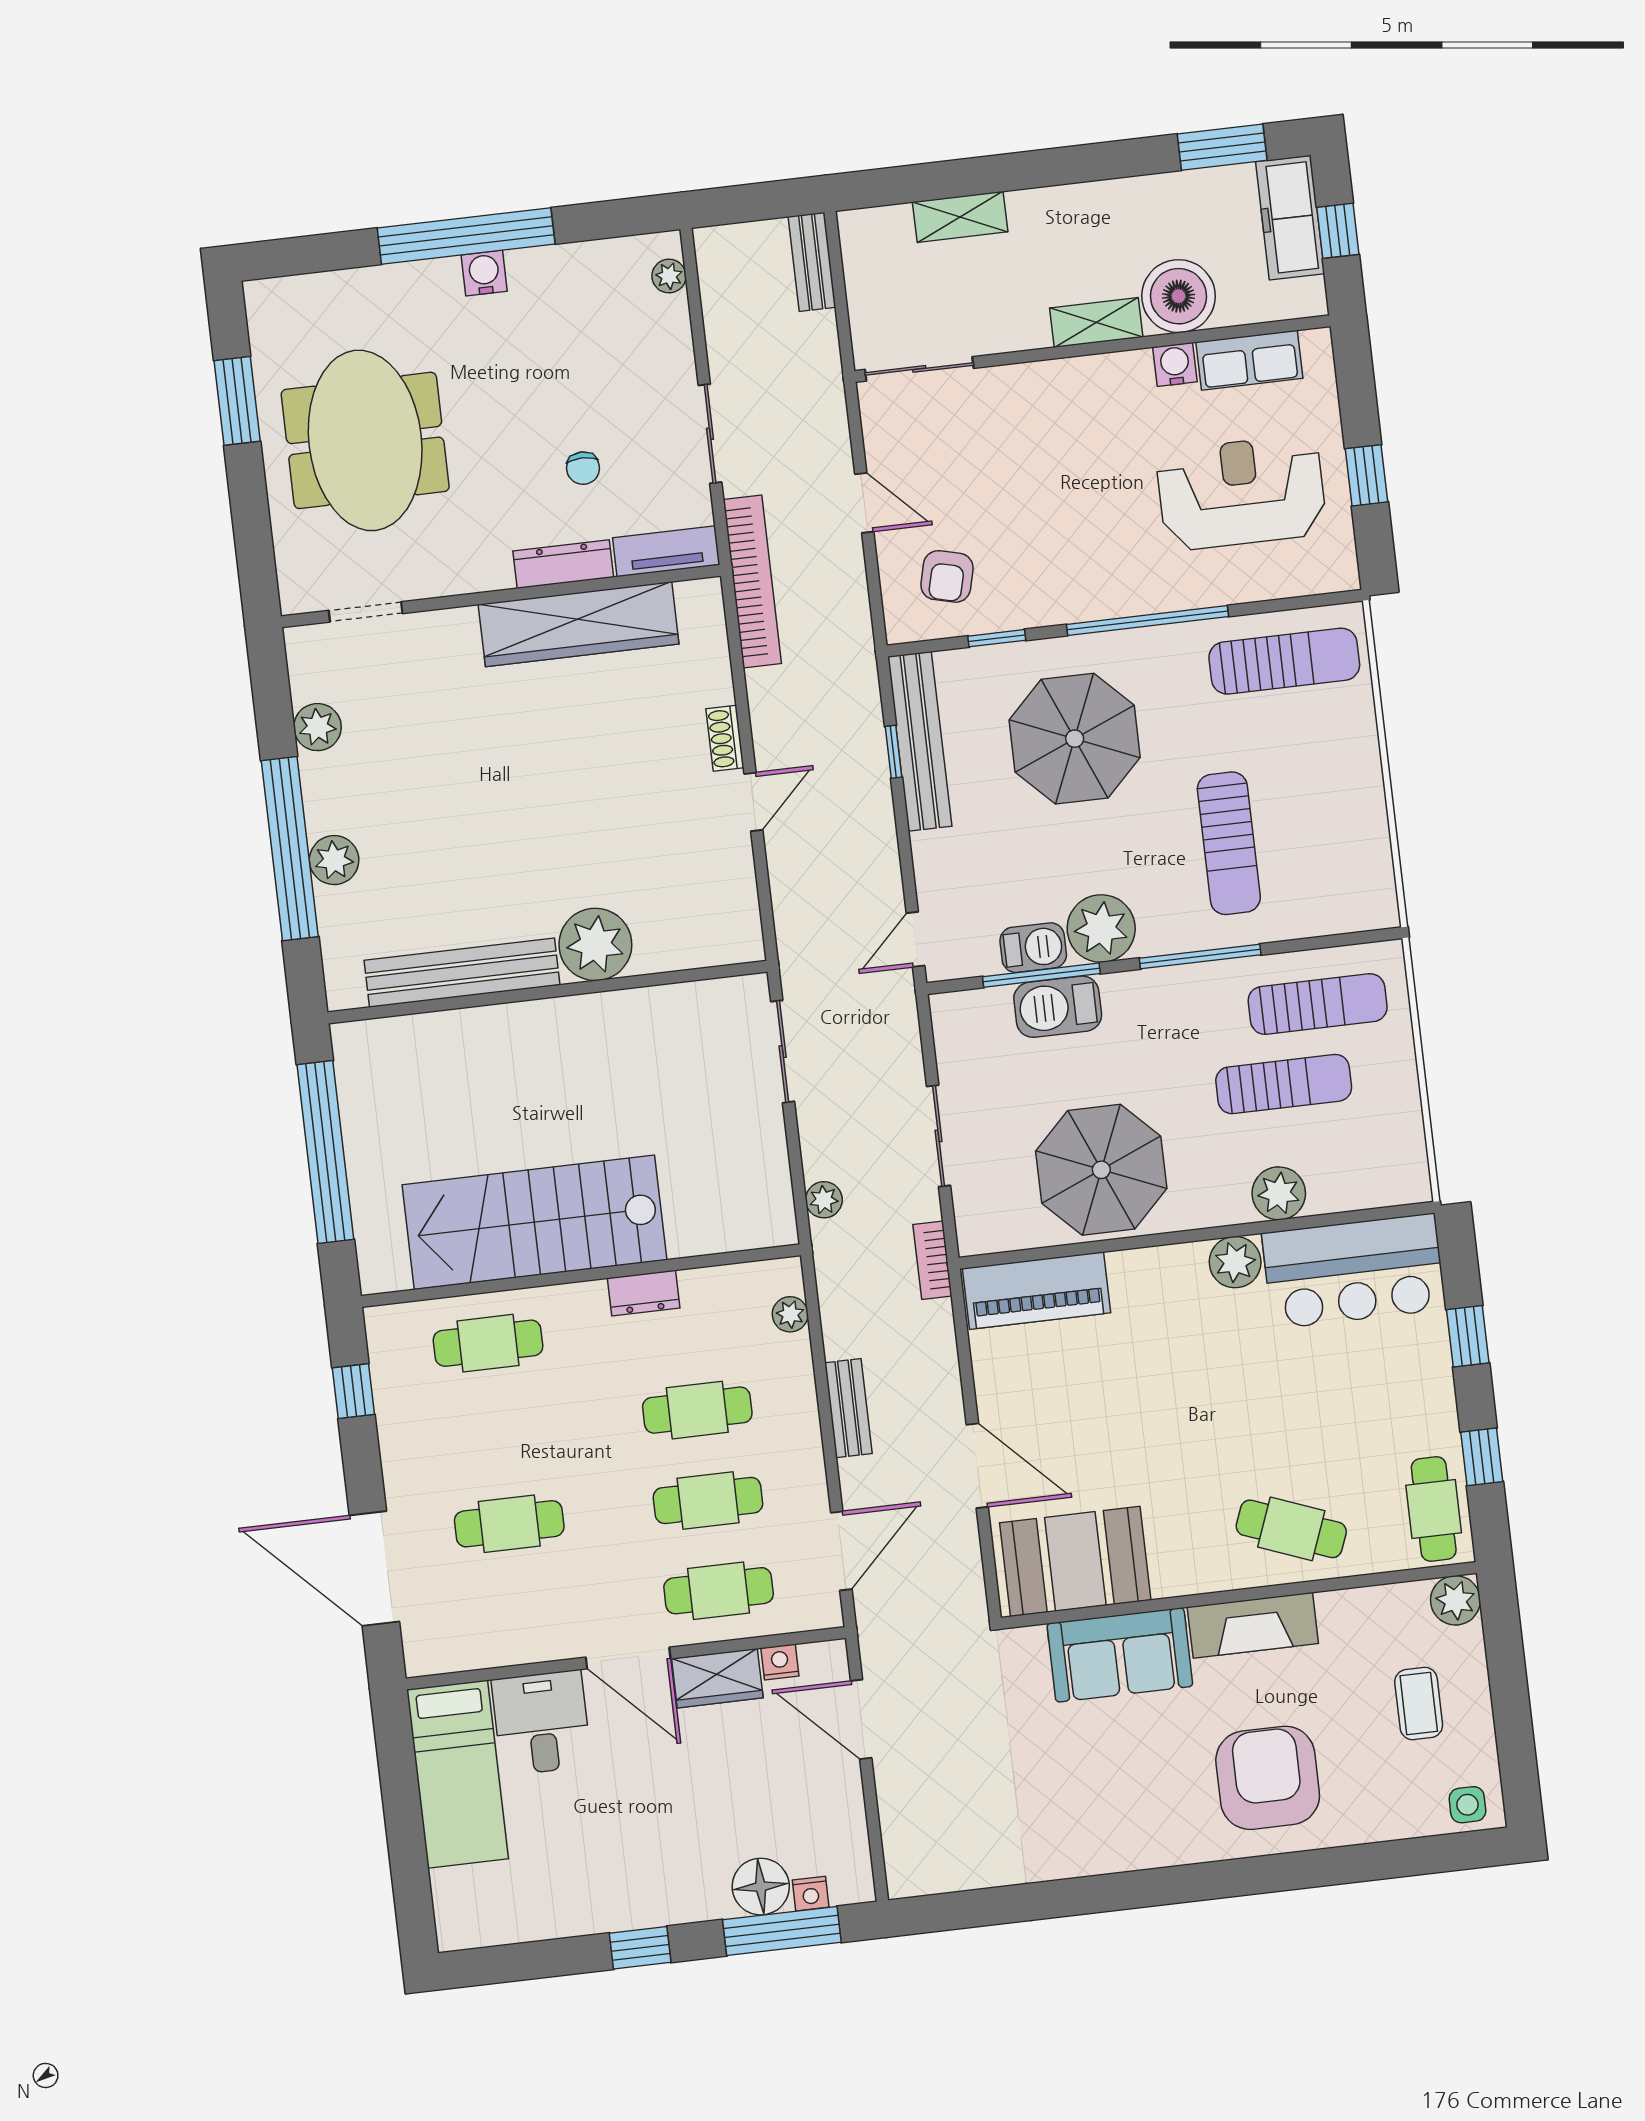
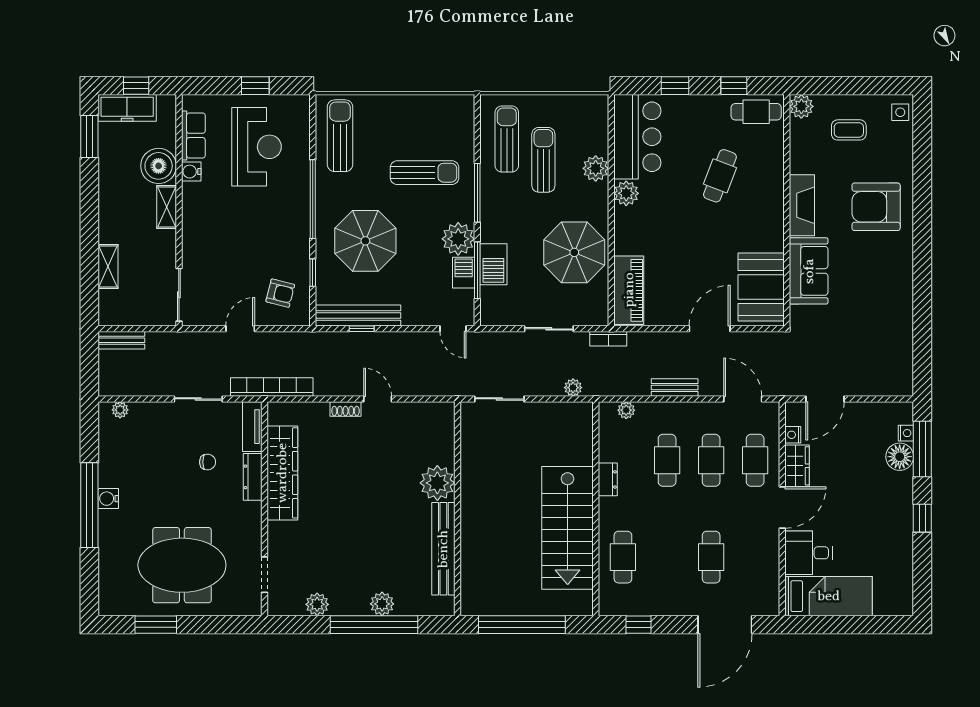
reception desk: (1241, 492) -> (257, 147), turned 180
cafe table: (1291, 1529) -> (720, 176), moved

